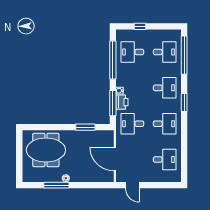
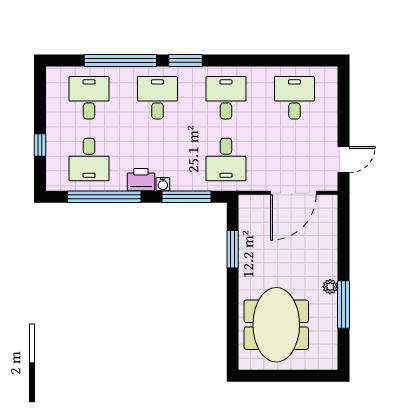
window: (184, 55) -> (120, 60), moved
printer: (122, 102) -> (141, 180), moved

